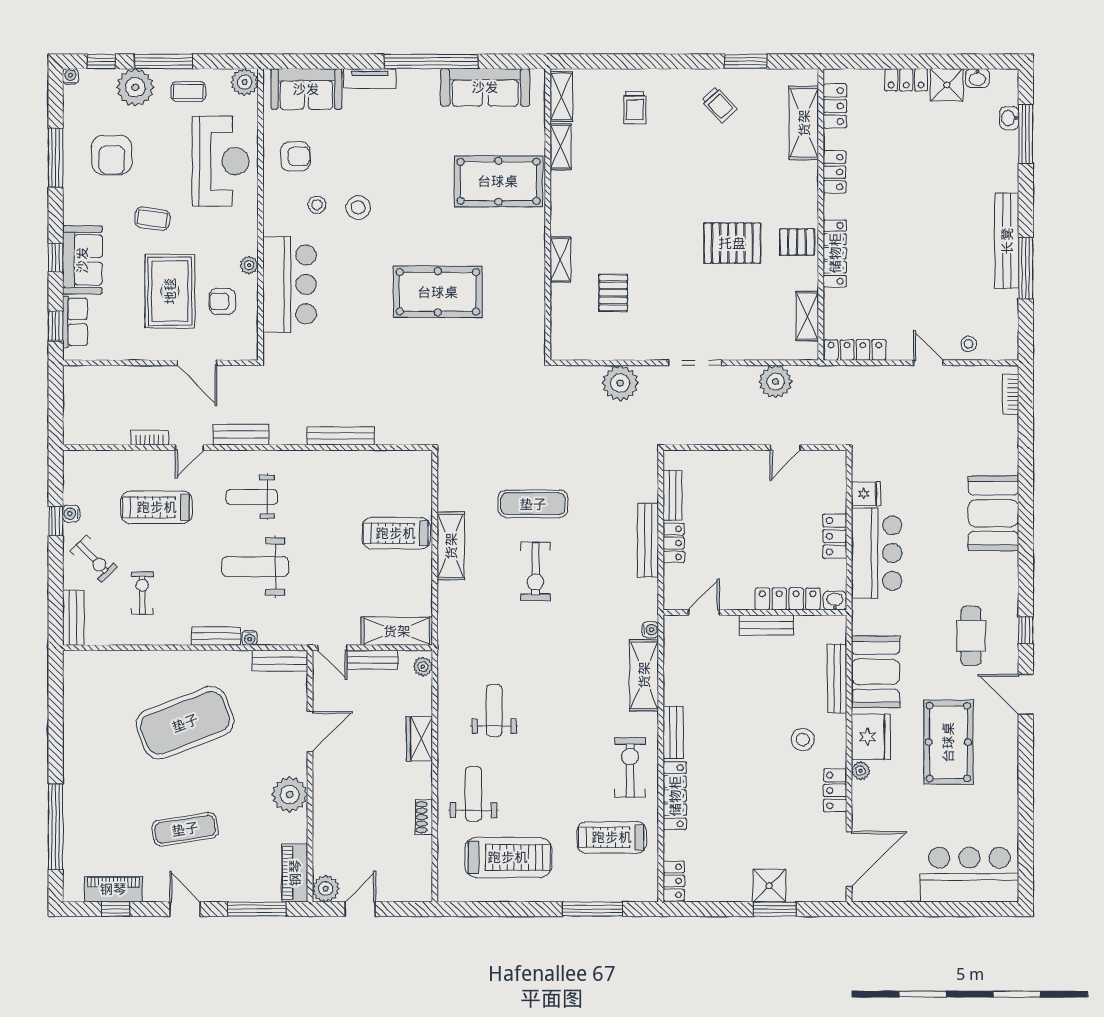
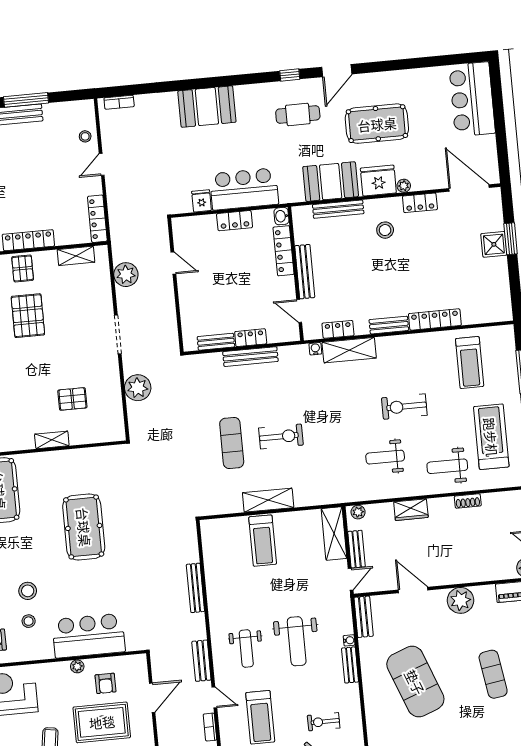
bench: (766, 625) -> (305, 272), width x1.36
exercise bike: (630, 767) -> (404, 407), moved
locker: (674, 881) -> (338, 329), moved

